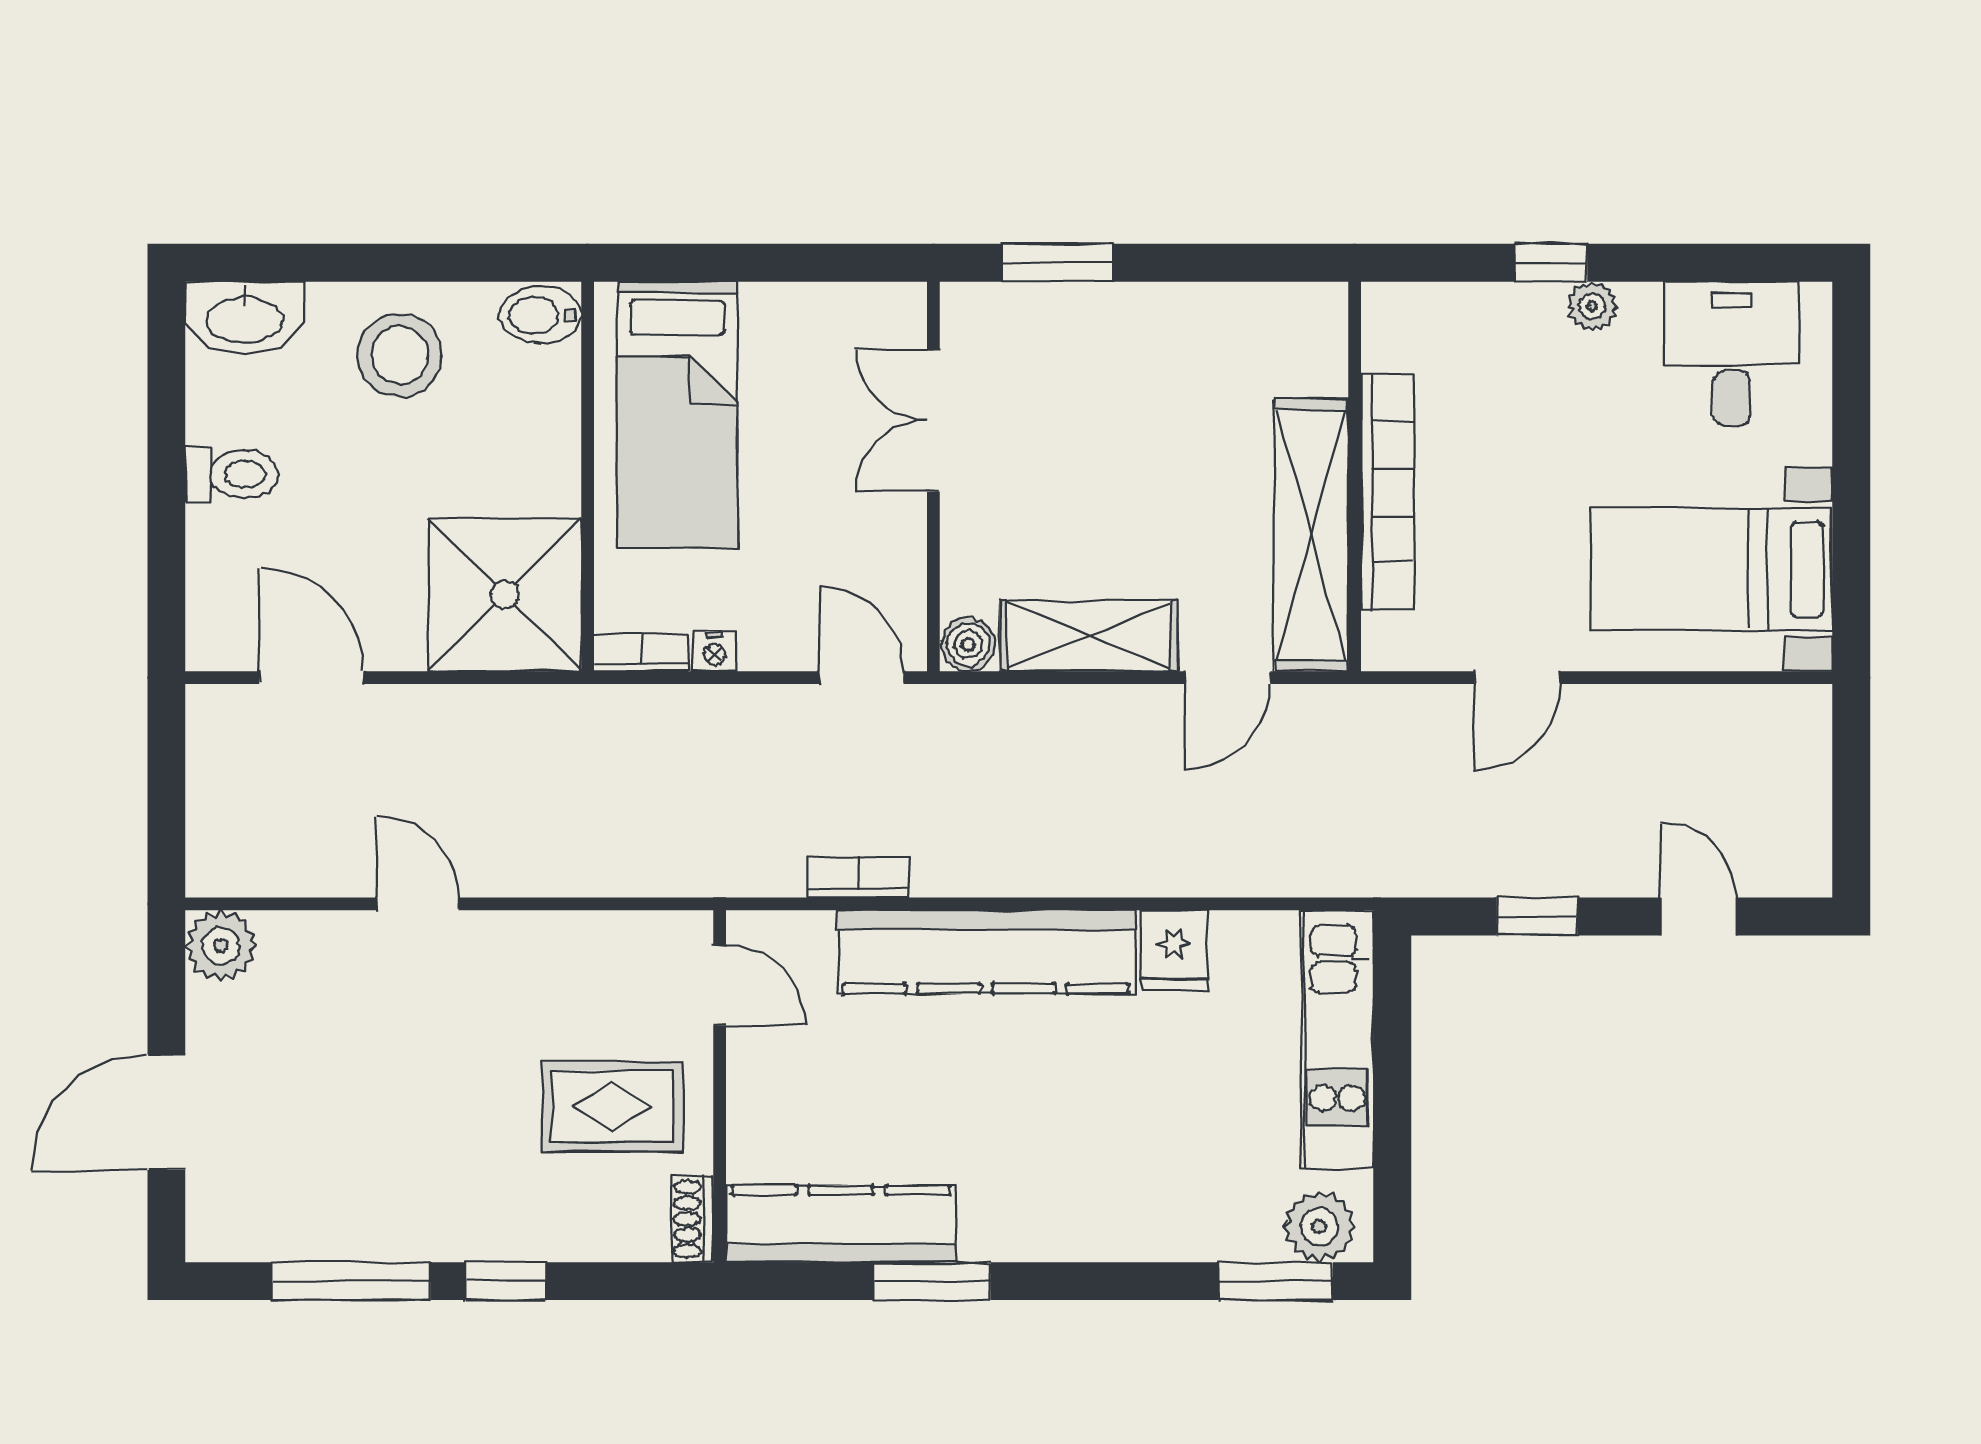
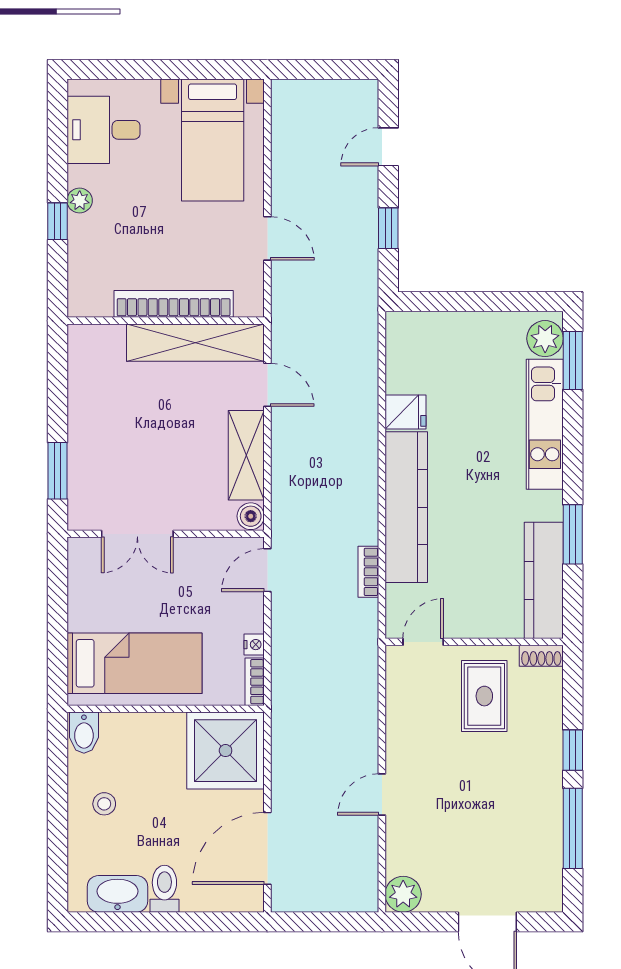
washbasin: (245, 318) -> (117, 894), moved, turned -90
stool: (400, 355) -> (104, 804), width x0.53, depth x0.53
door: (311, 678) -> (267, 848), width x1.36
kitchen unit: (1337, 1039) -> (545, 424), moved, turned 90

